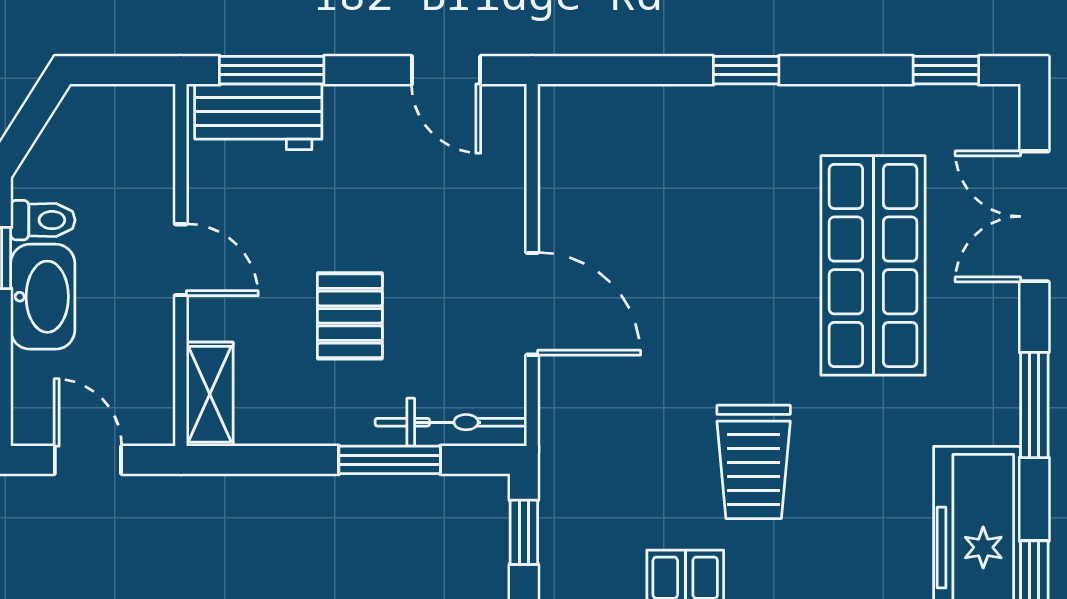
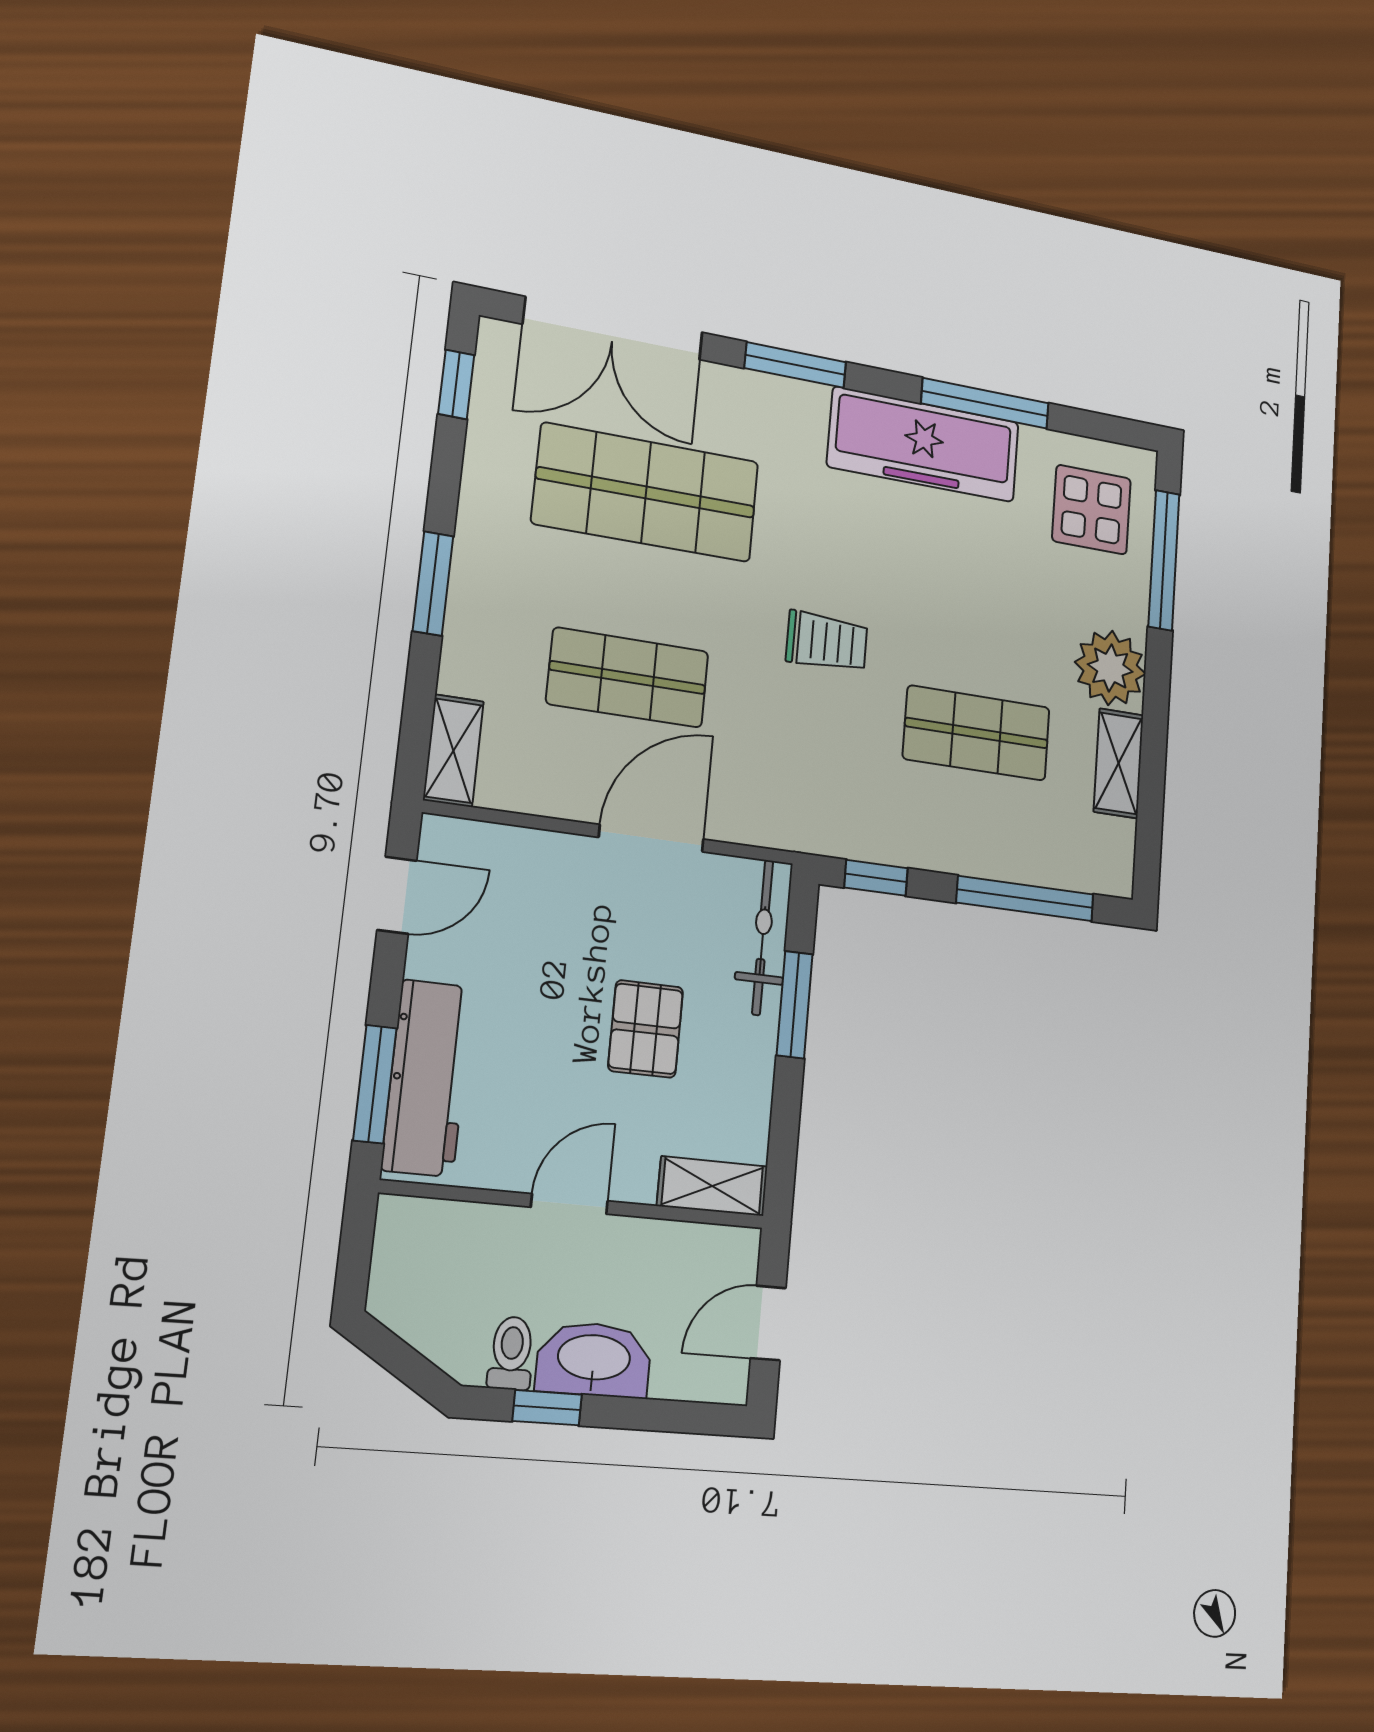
window: (746, 70) -> (433, 583), width x1.50
shelving: (589, 107) -> (453, 751), added
workbench: (258, 117) -> (427, 1078), width x1.38
double door: (1034, 216) -> (613, 328), width x1.37
shop shelf: (685, 265) -> (628, 678), added
pallet: (350, 316) -> (646, 1029), turned 90
trolley: (754, 462) -> (827, 642), width x0.73, depth x0.72

